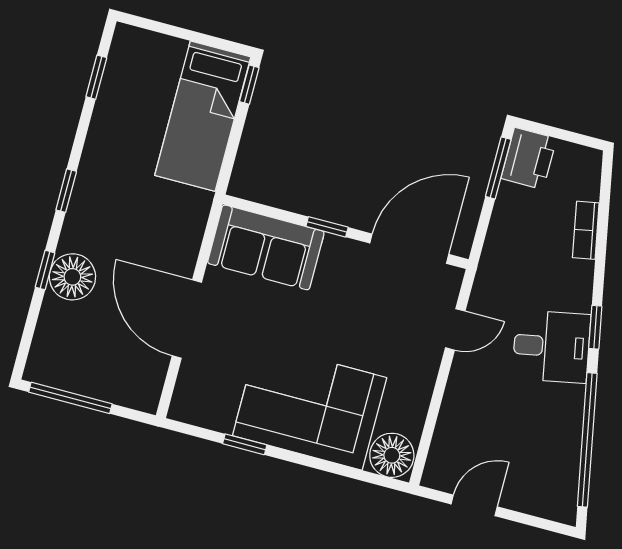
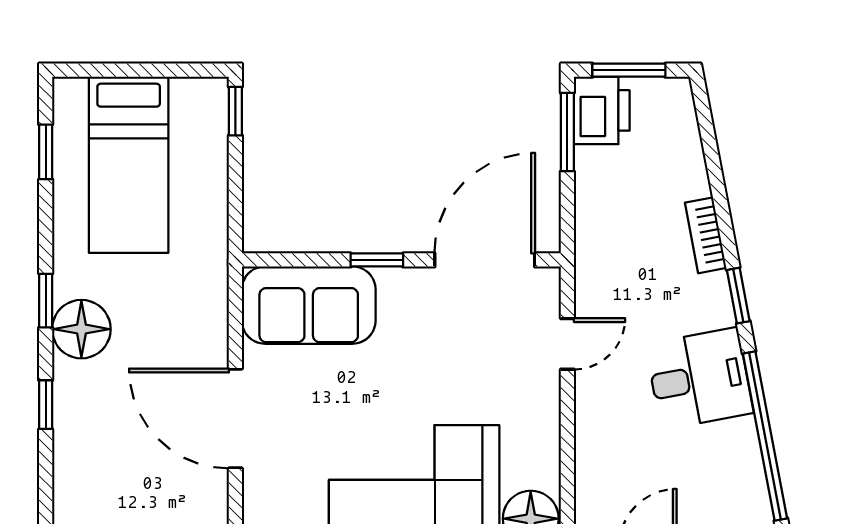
bed: (203, 116) -> (129, 165), moved
window: (558, 133) -> (629, 70), added
bookcase: (586, 230) -> (706, 235), moved
floor lamp: (72, 277) -> (81, 329), moved
desk: (551, 346) -> (699, 379), moved

